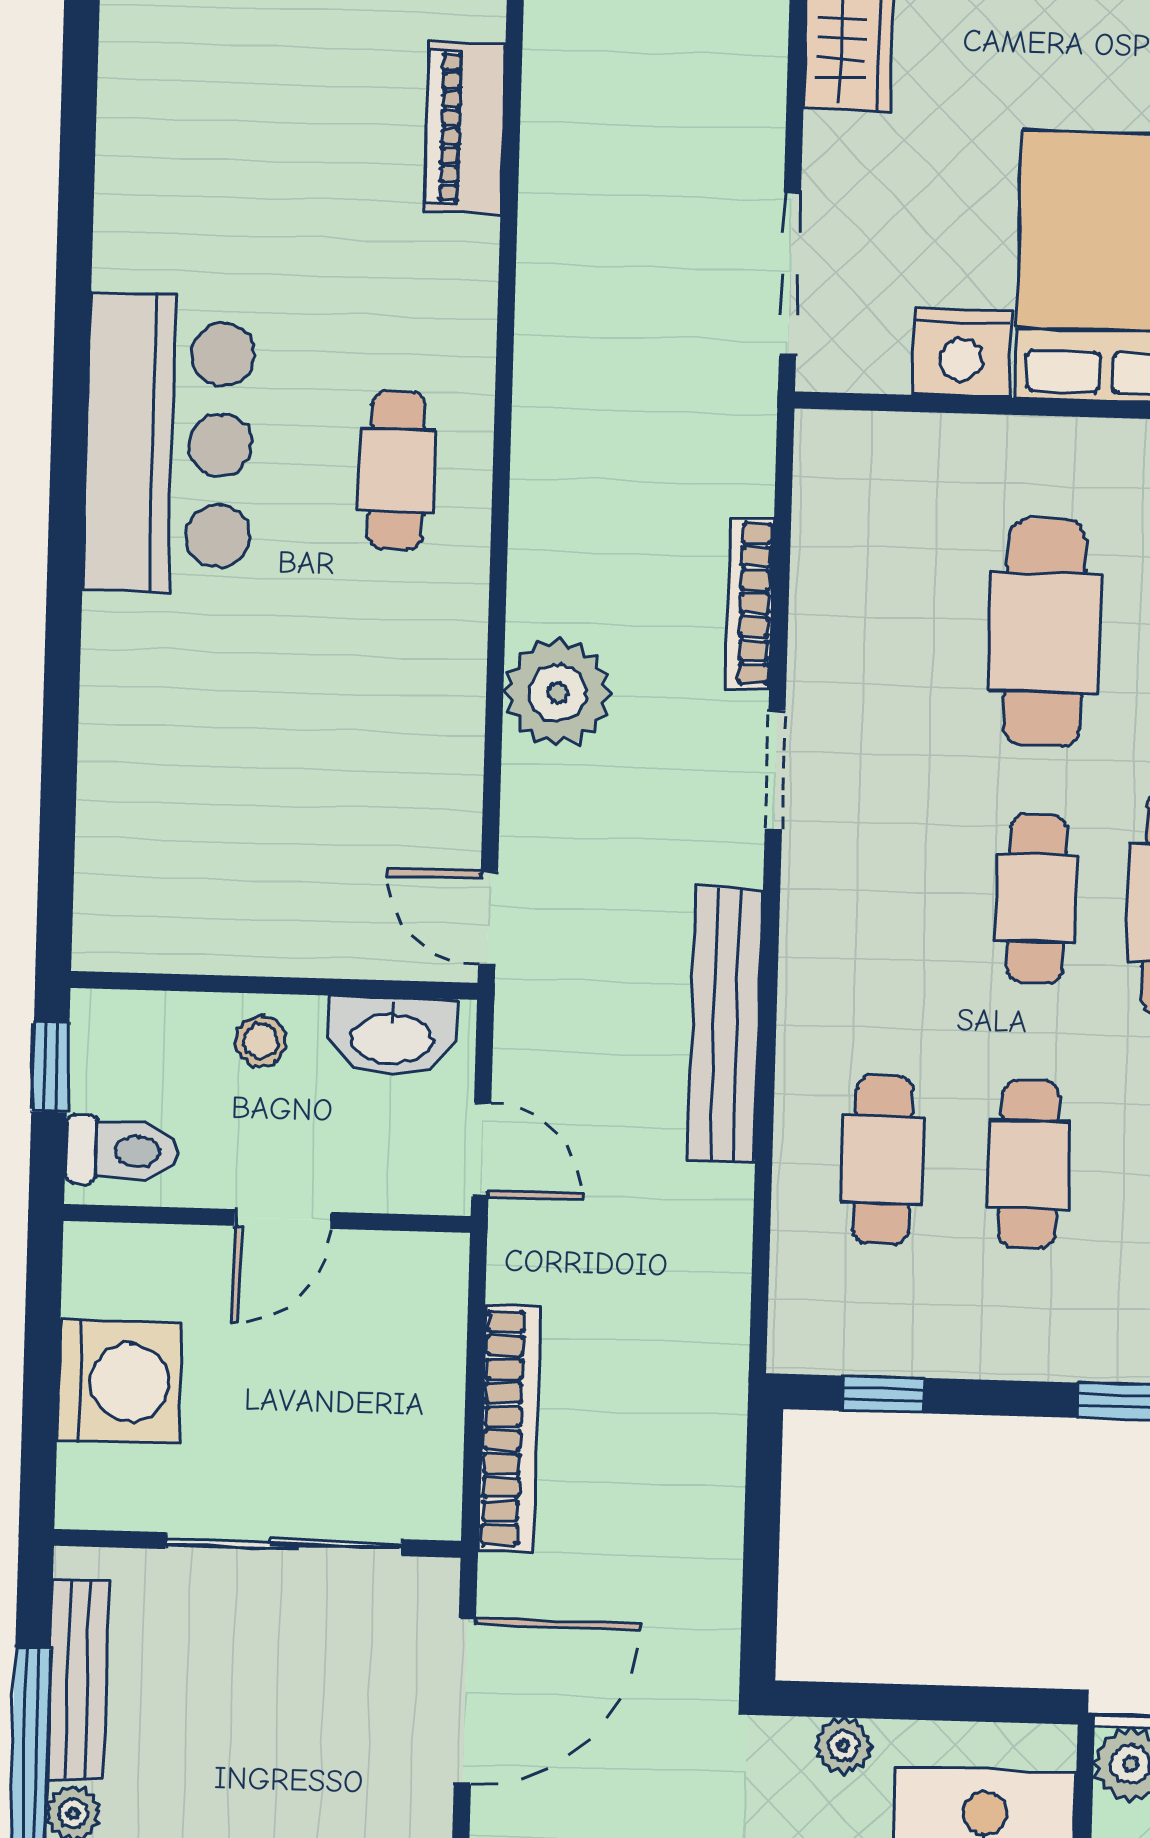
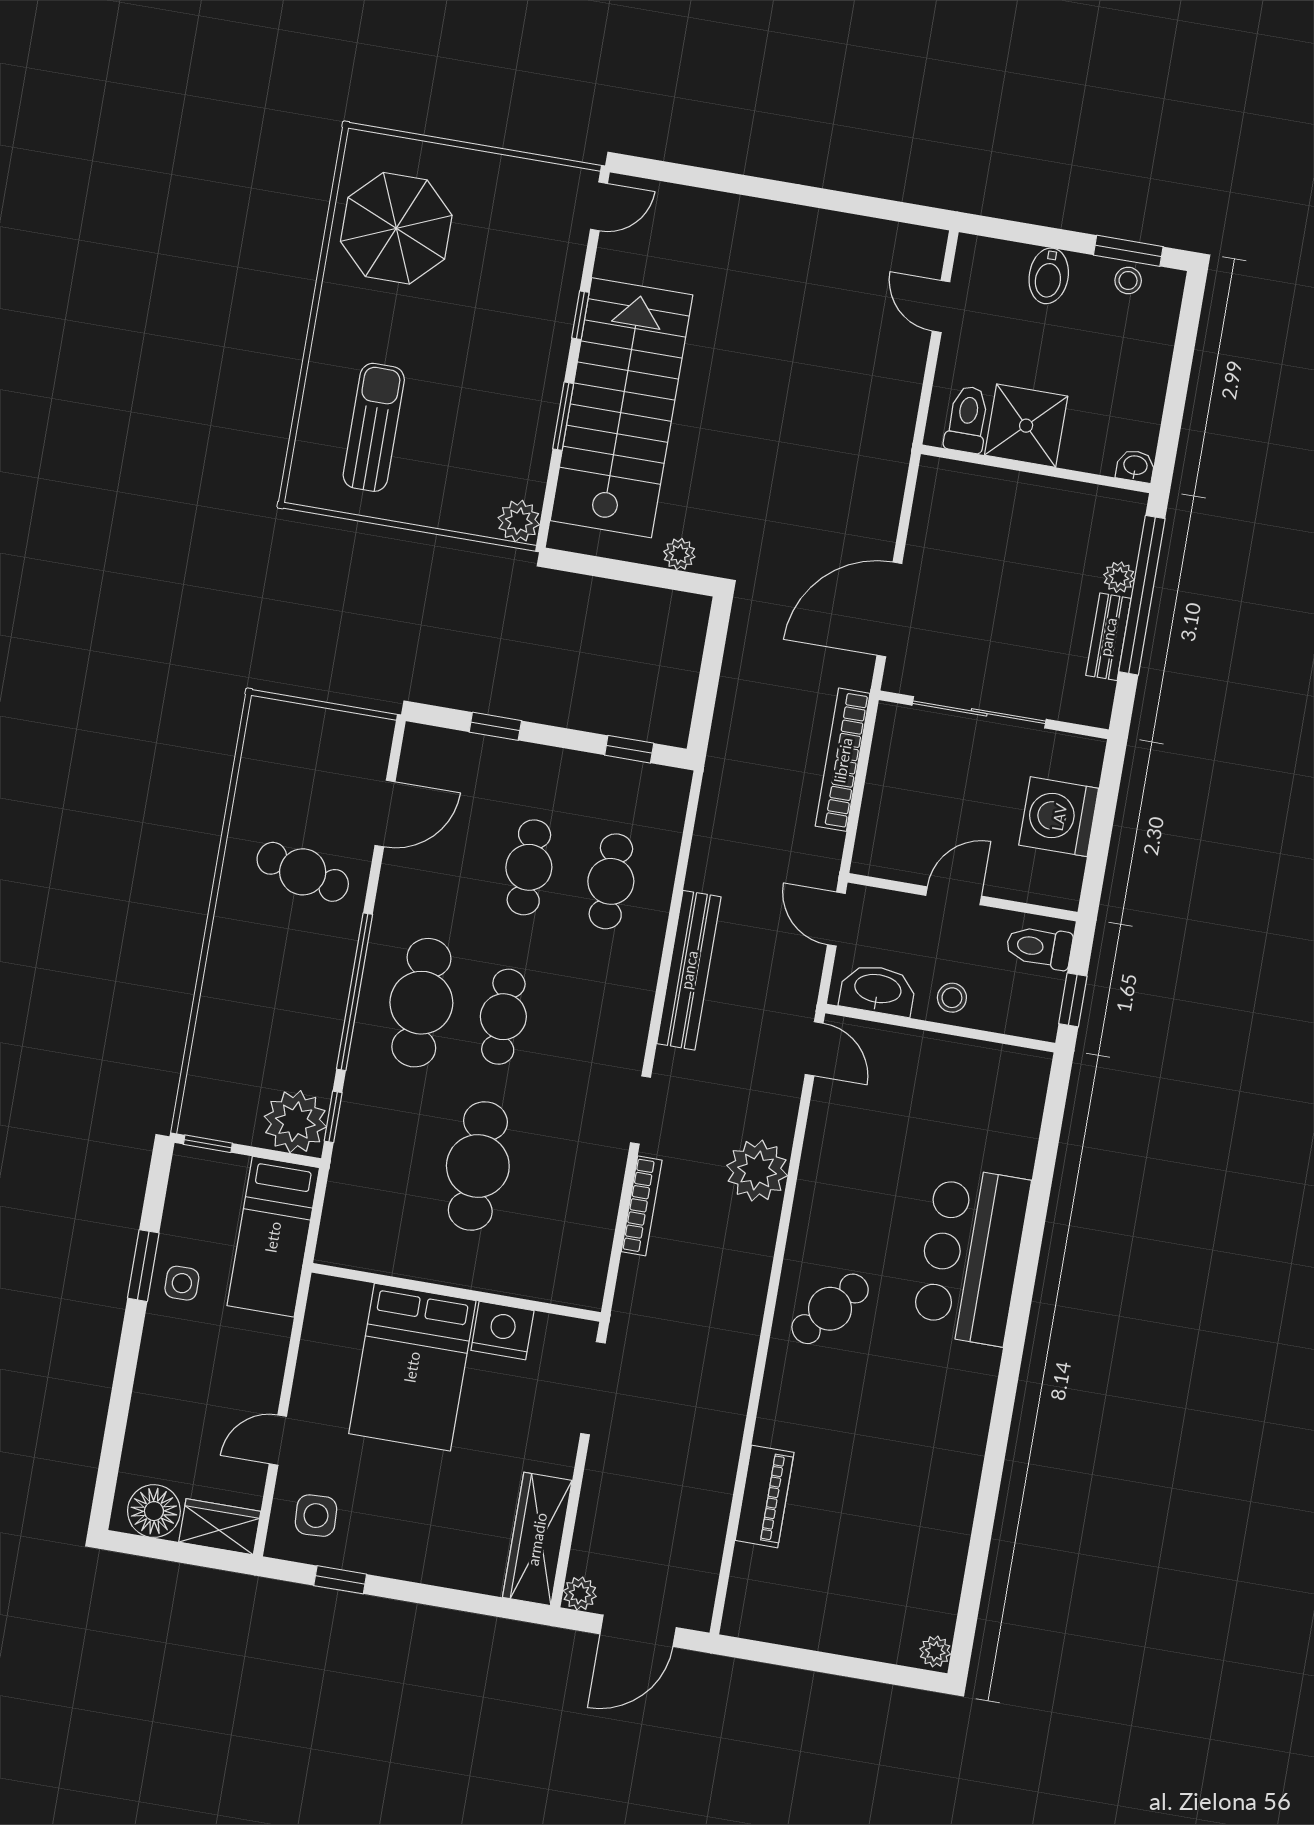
bar counter: (169, 444) -> (971, 1256), moved
cafe table: (397, 470) -> (830, 1309), turned 40
bench: (78, 1680) -> (1108, 637), width x0.73

